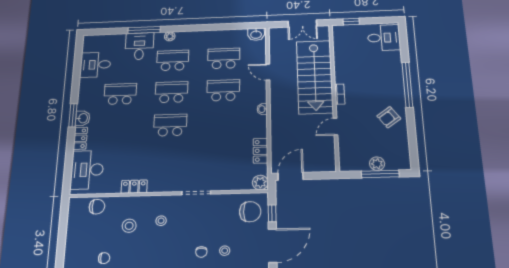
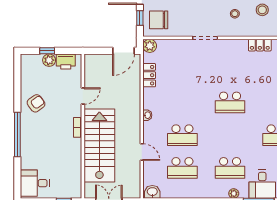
school desk: (172, 92) -> (230, 135), removed
printer: (357, 163) -> (66, 62), added
window: (380, 174) -> (47, 51), width x0.46

